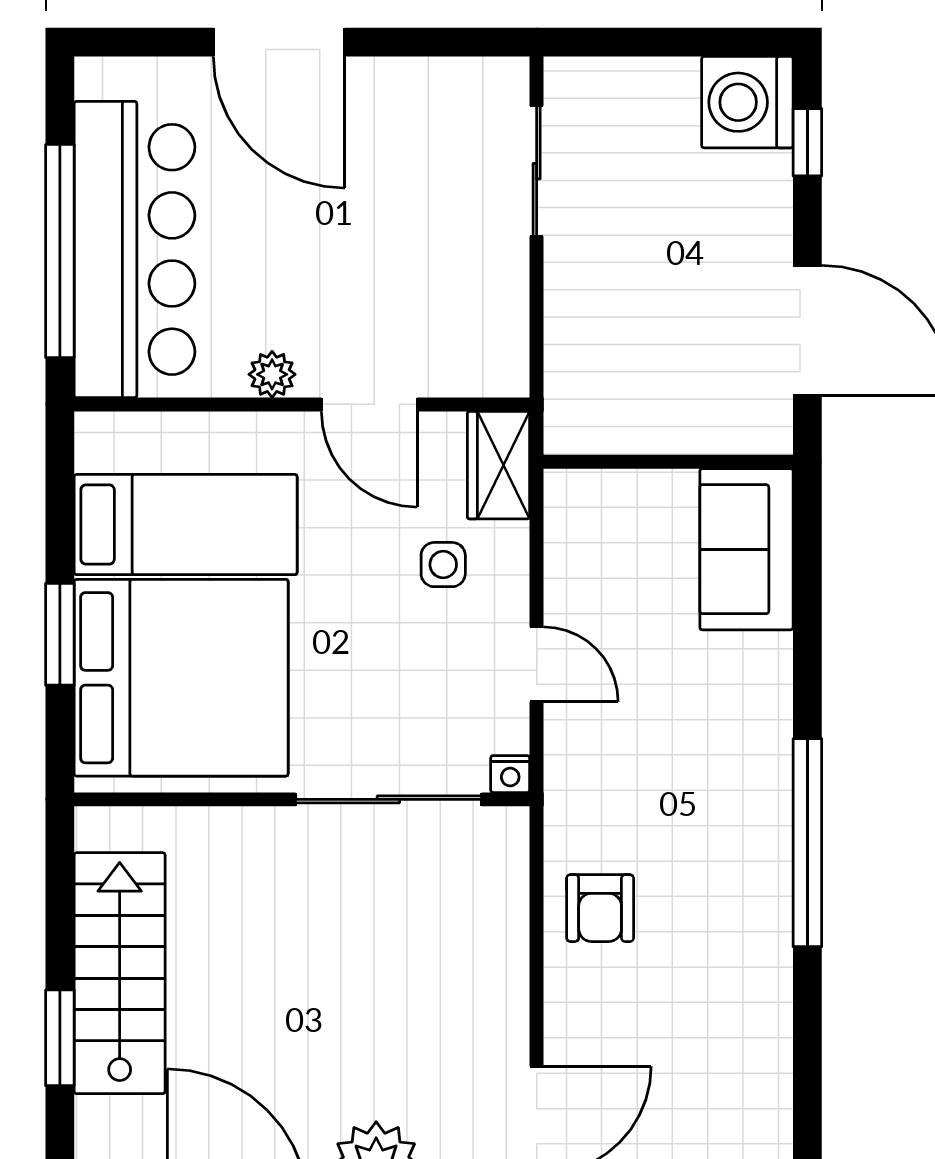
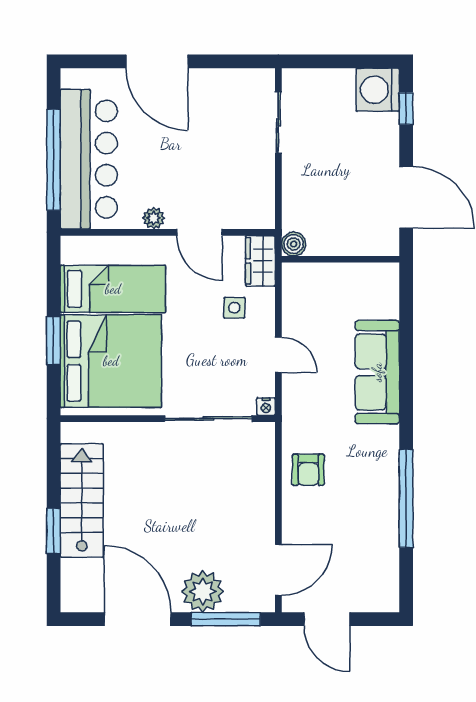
boiler: (569, 429) -> (294, 244), added
sofa: (746, 549) -> (377, 372), moved, width x1.36
window: (807, 843) -> (406, 498), moved

